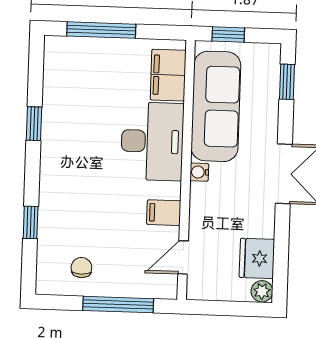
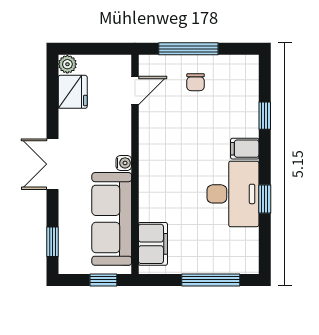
desk: (152, 141) -> (233, 194), moved, turned 180
filing cabinet: (164, 213) -> (245, 149), moved, turned 180
chair: (81, 268) -> (196, 82), moved

